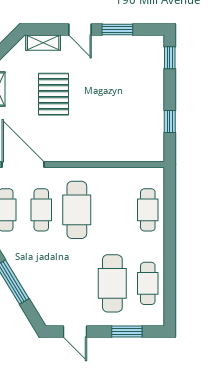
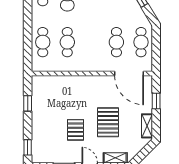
pallet: (100, 83) -> (76, 130), added
cafe table: (77, 210) -> (67, 42), moved, width x0.73, depth x0.74

